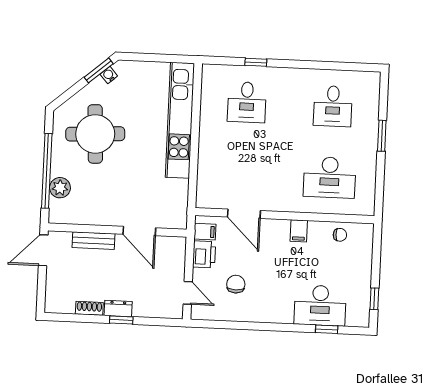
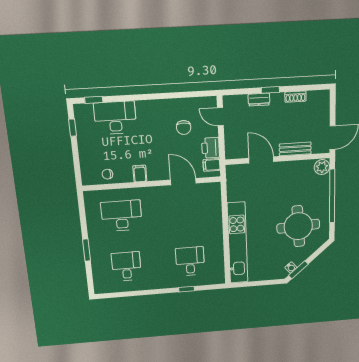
plant: (60, 188) -> (322, 167), moved
dresser: (118, 308) -> (259, 100), moved
window: (327, 329) -> (94, 100), moved

